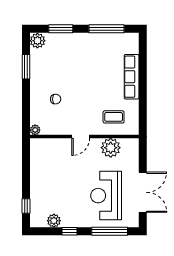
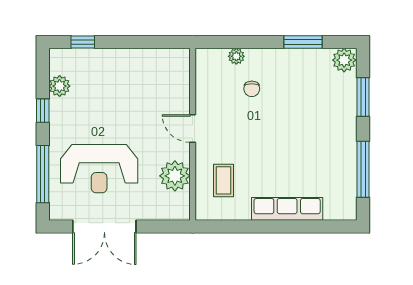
plant: (35, 130) -> (236, 56), moved
reception desk: (106, 196) -> (99, 169), turned 180

